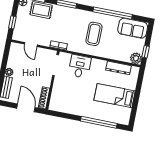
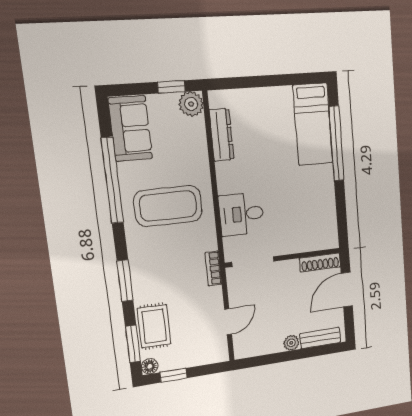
window: (12, 22) -> (173, 375), moved
coffee table: (94, 34) -> (168, 206), width x1.36, depth x1.32
bed: (115, 96) -> (313, 124), moved

